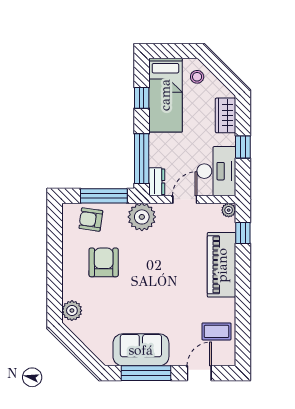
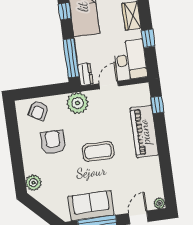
window: (104, 196) -> (46, 91), removed
plant: (229, 210) -> (160, 203), moved
armchair: (91, 219) -> (38, 110), turned -69
coffee table: (216, 331) -> (98, 151), moved, width x1.36, depth x1.30

